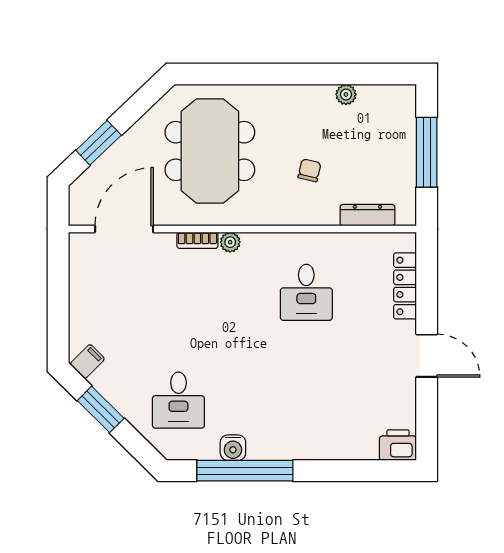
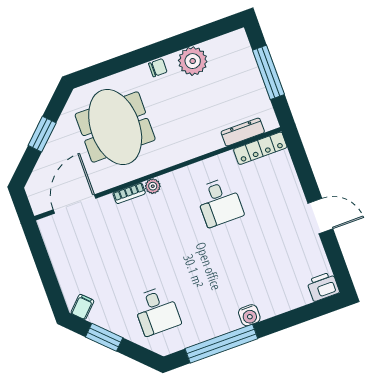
plant: (346, 94) -> (193, 61), width x1.87, depth x1.87
window: (99, 143) -> (42, 134), moved
chair: (309, 170) -> (158, 68), moved, turned 77
locker: (405, 286) -> (260, 148), moved, turned -90
water cooler: (233, 448) -> (249, 315), moved

